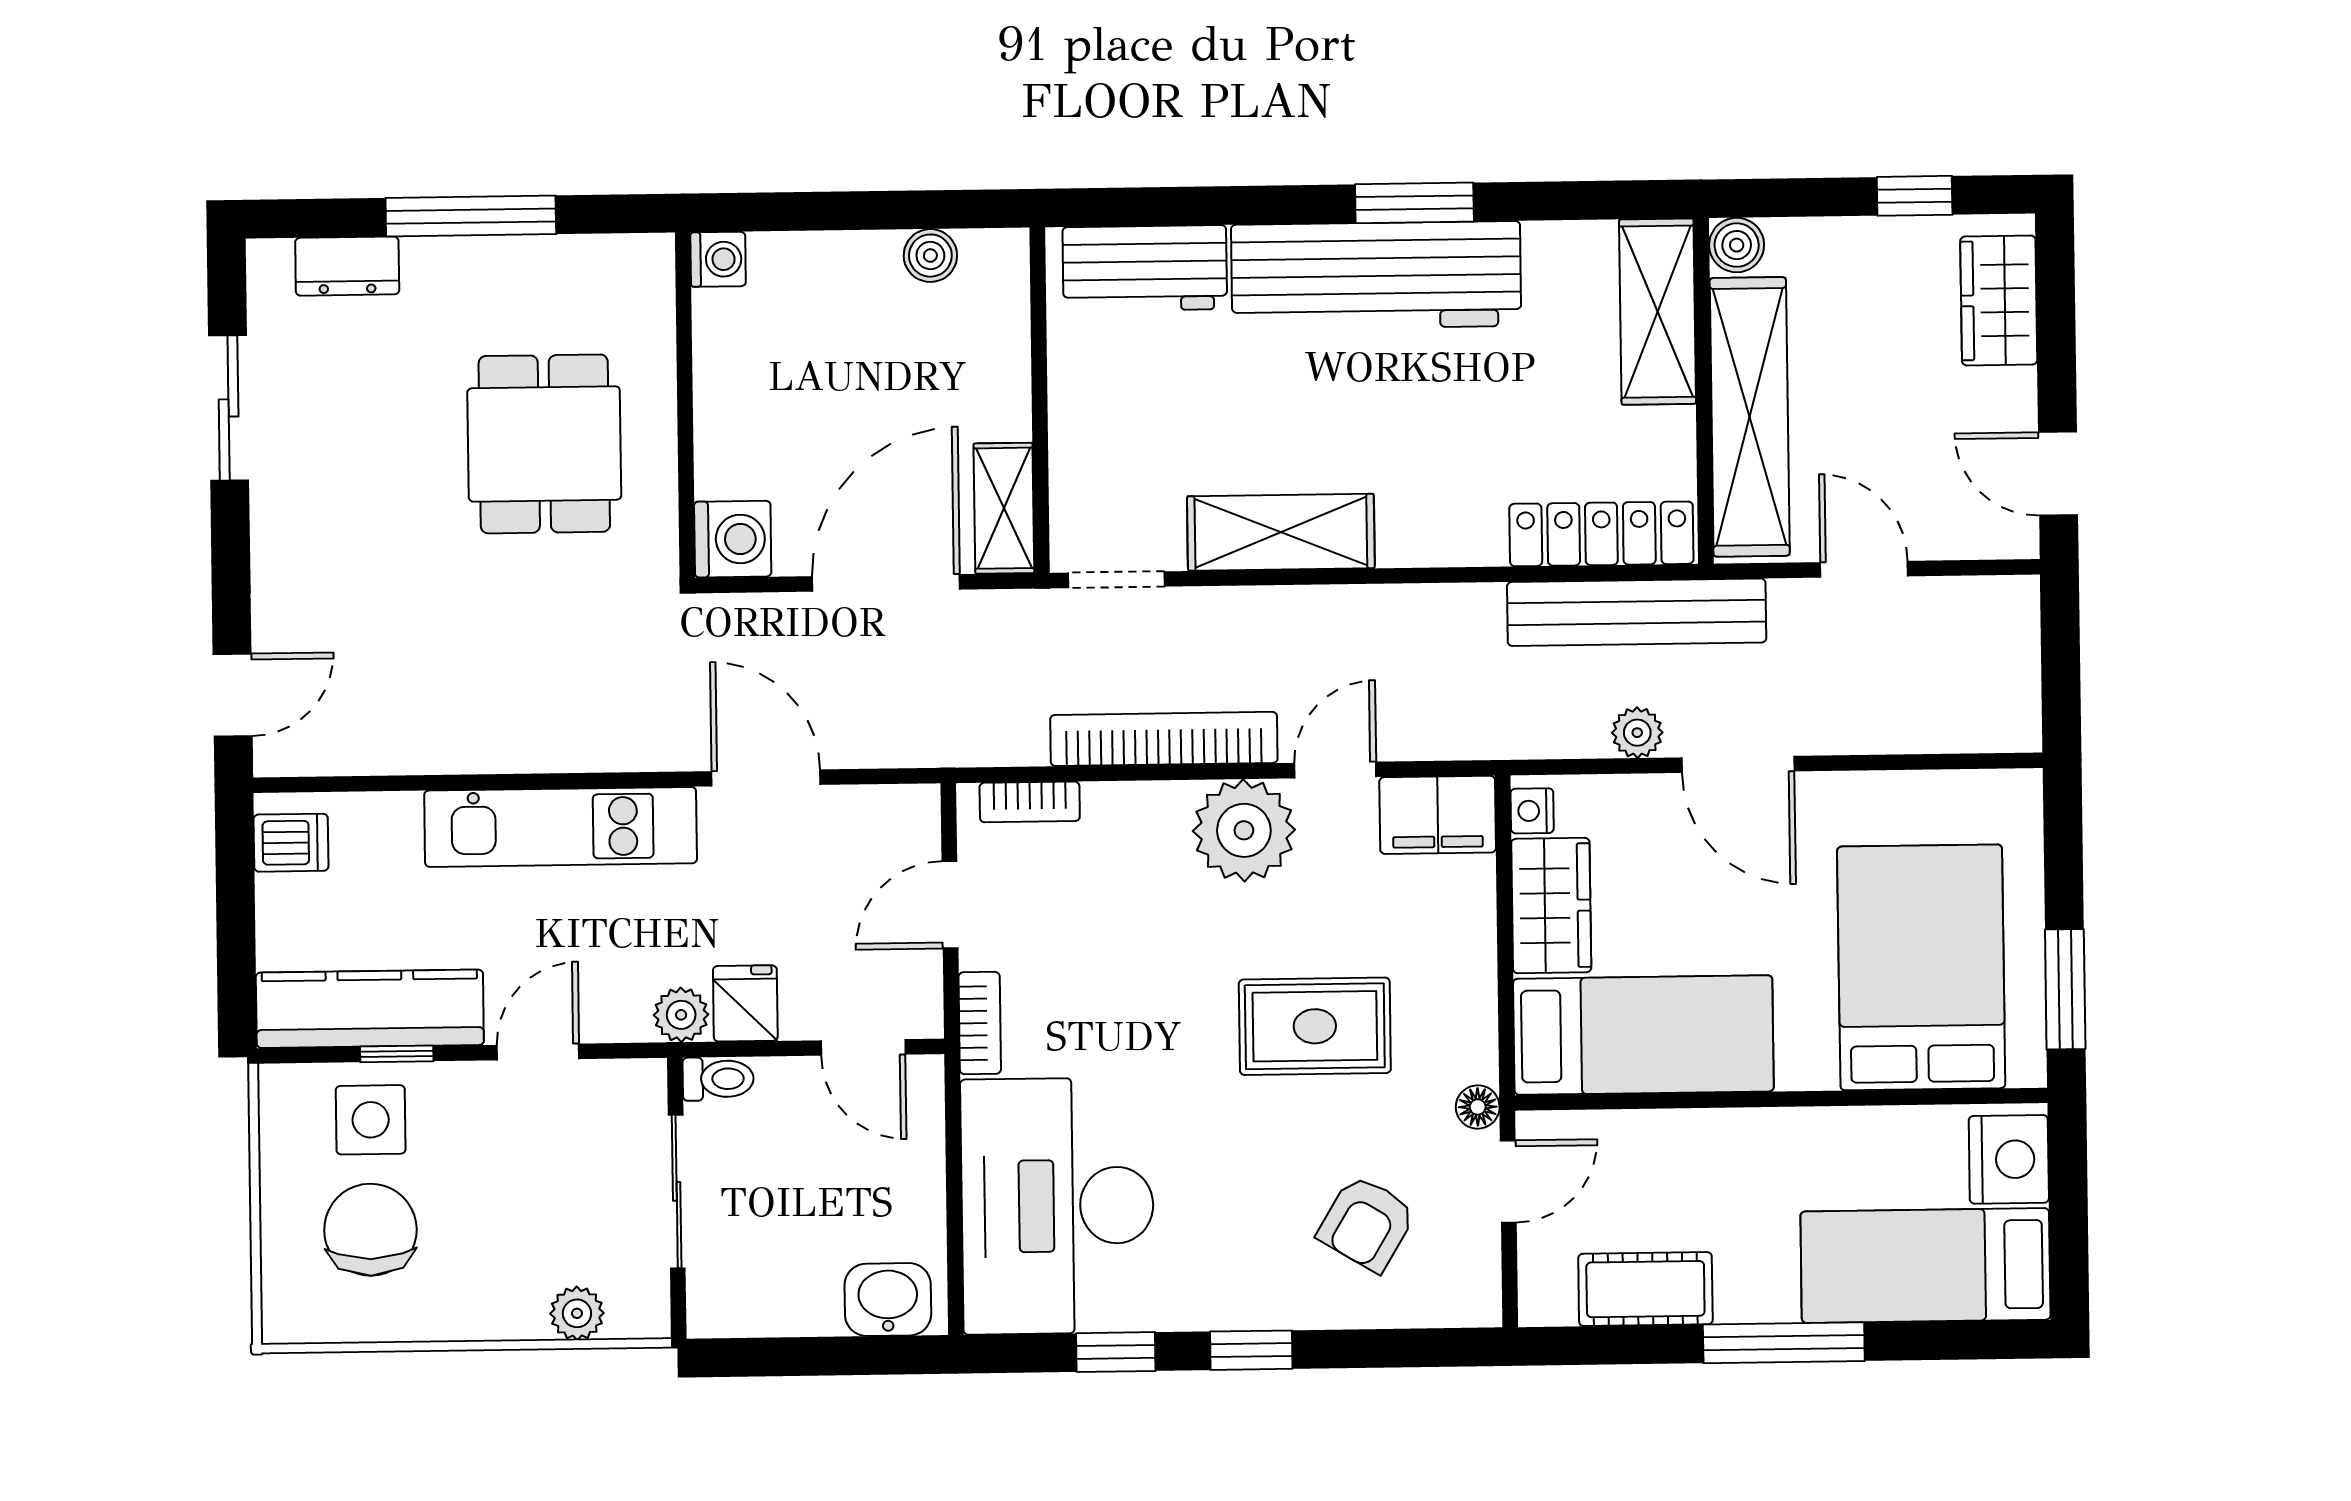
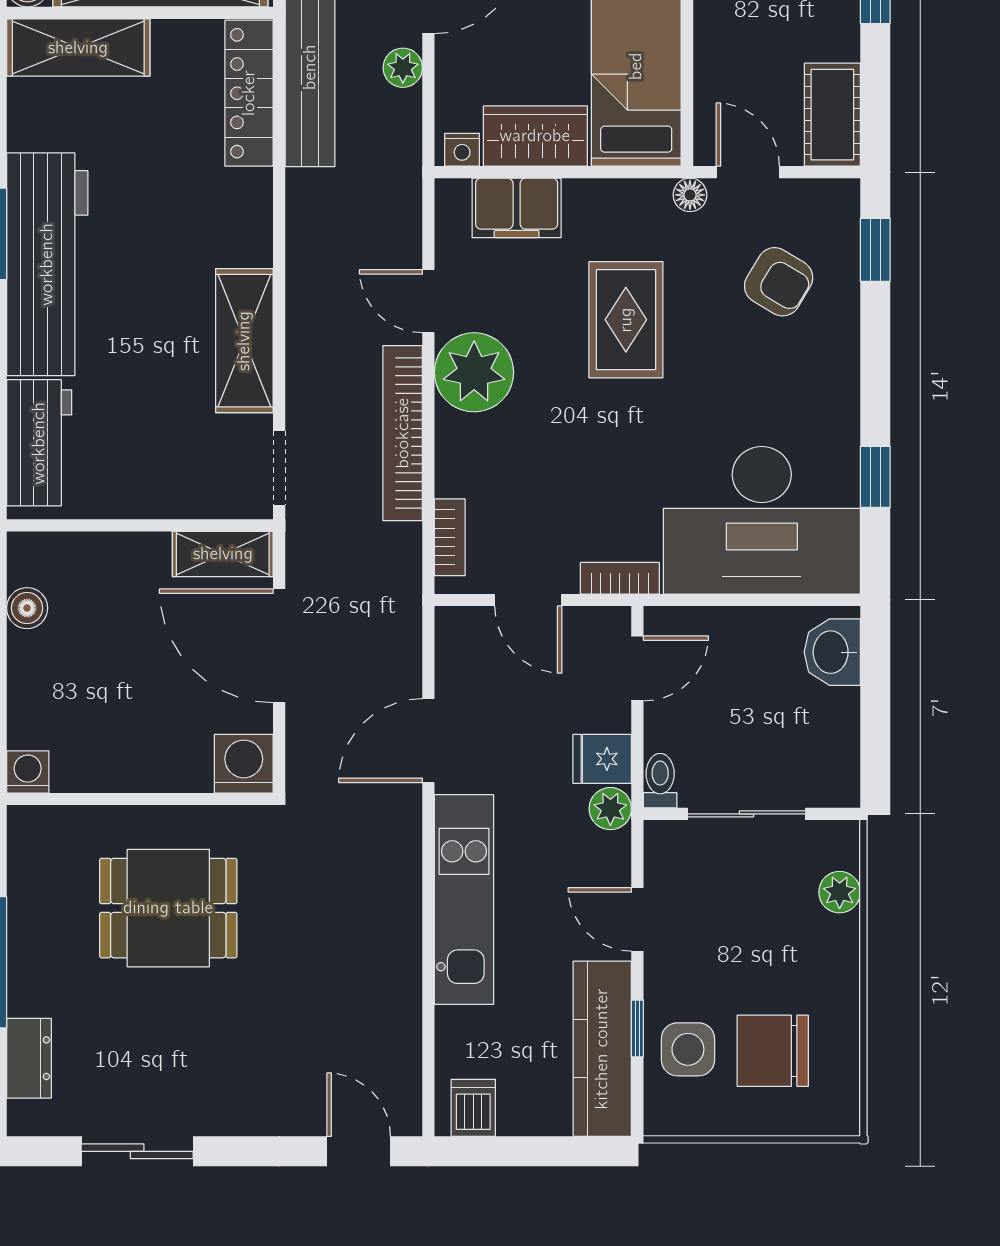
filing cabinet: (1438, 815) -> (517, 208), moved, turned 90
cot: (1645, 1289) -> (832, 115), moved
window: (1251, 1350) -> (875, 250), moved

